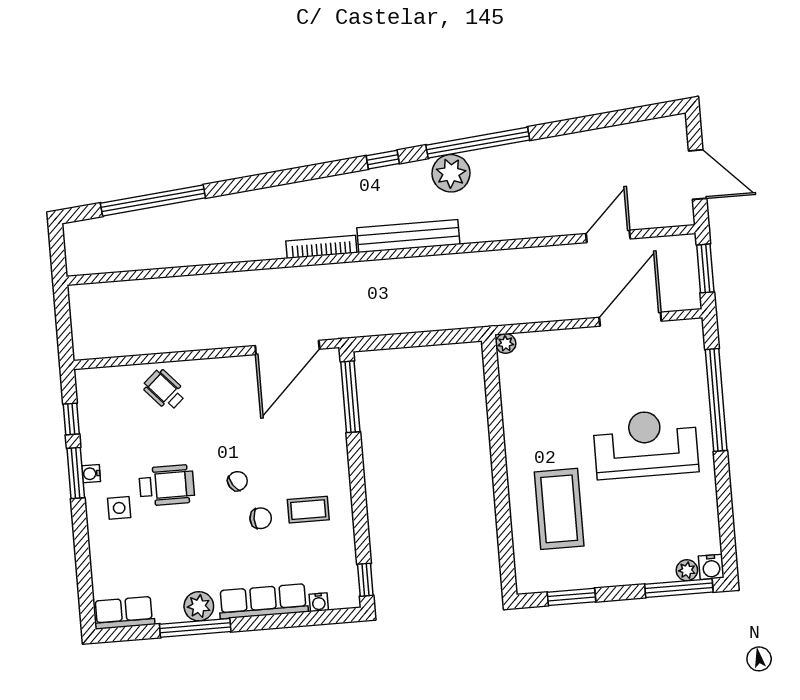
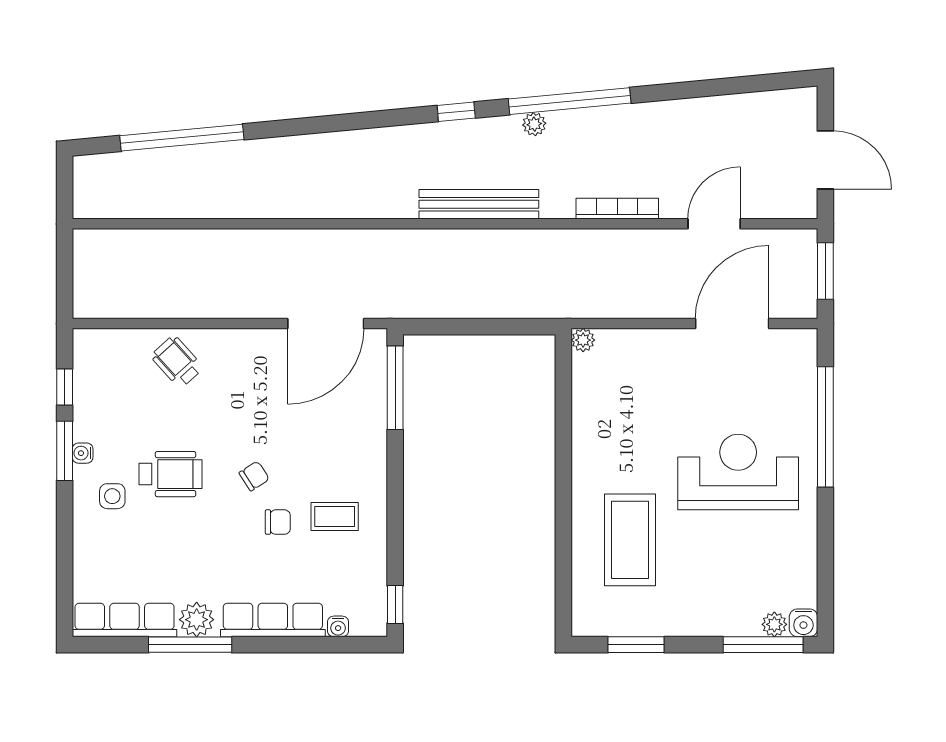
plant: (451, 173) -> (534, 124), width x0.53, depth x0.53
bookcase: (321, 247) -> (617, 209), moved
row of seats: (124, 613) -> (125, 620), width x1.48

